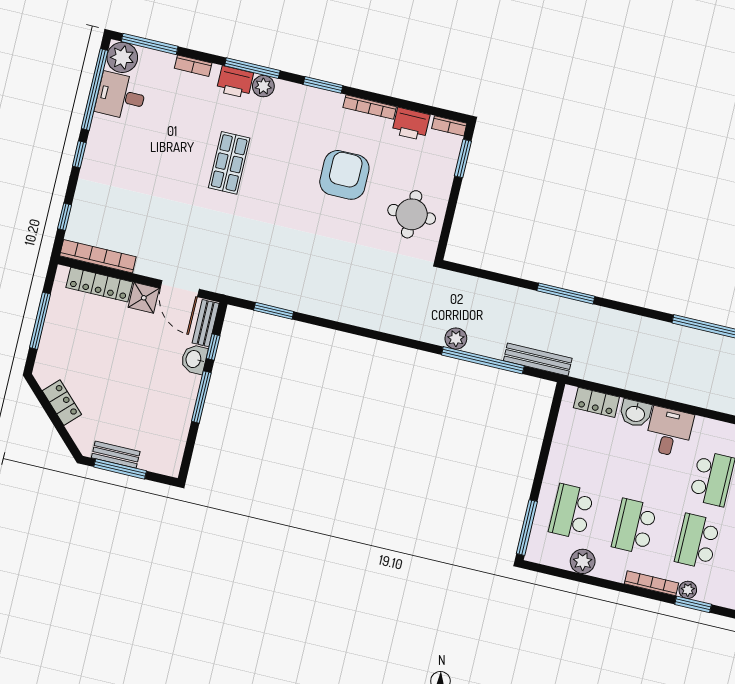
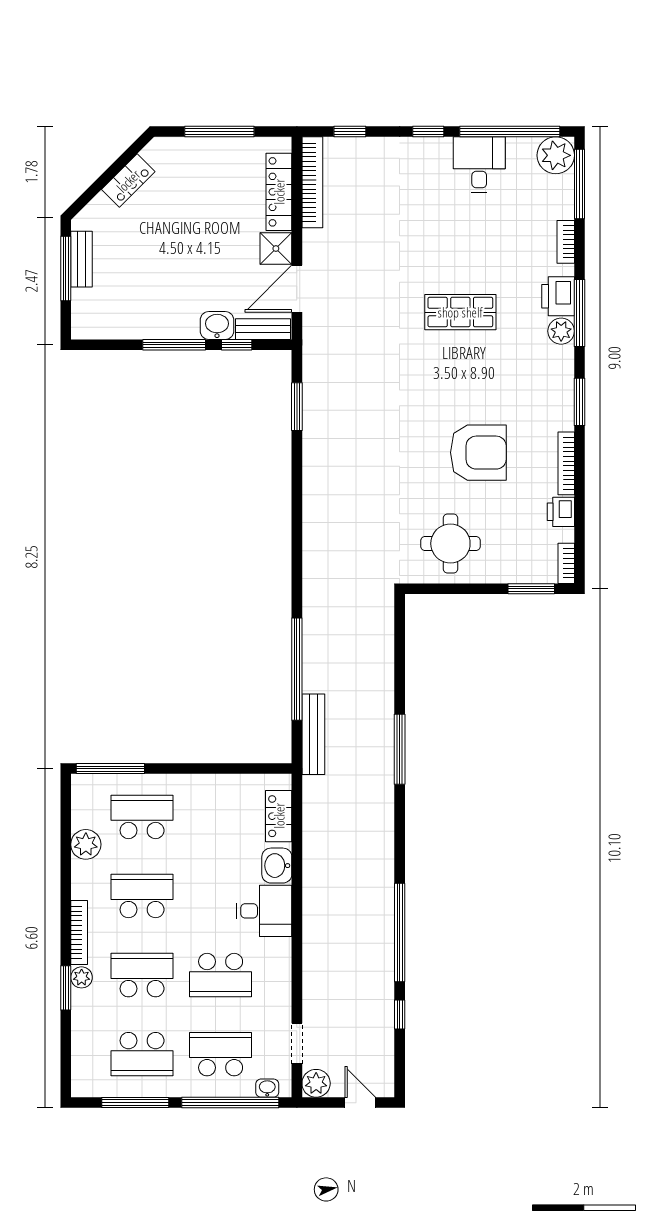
desk: (121, 96) -> (479, 165), moved
printer: (411, 124) -> (561, 512), width x0.73, depth x0.81
plant: (456, 339) -> (315, 631), removed

